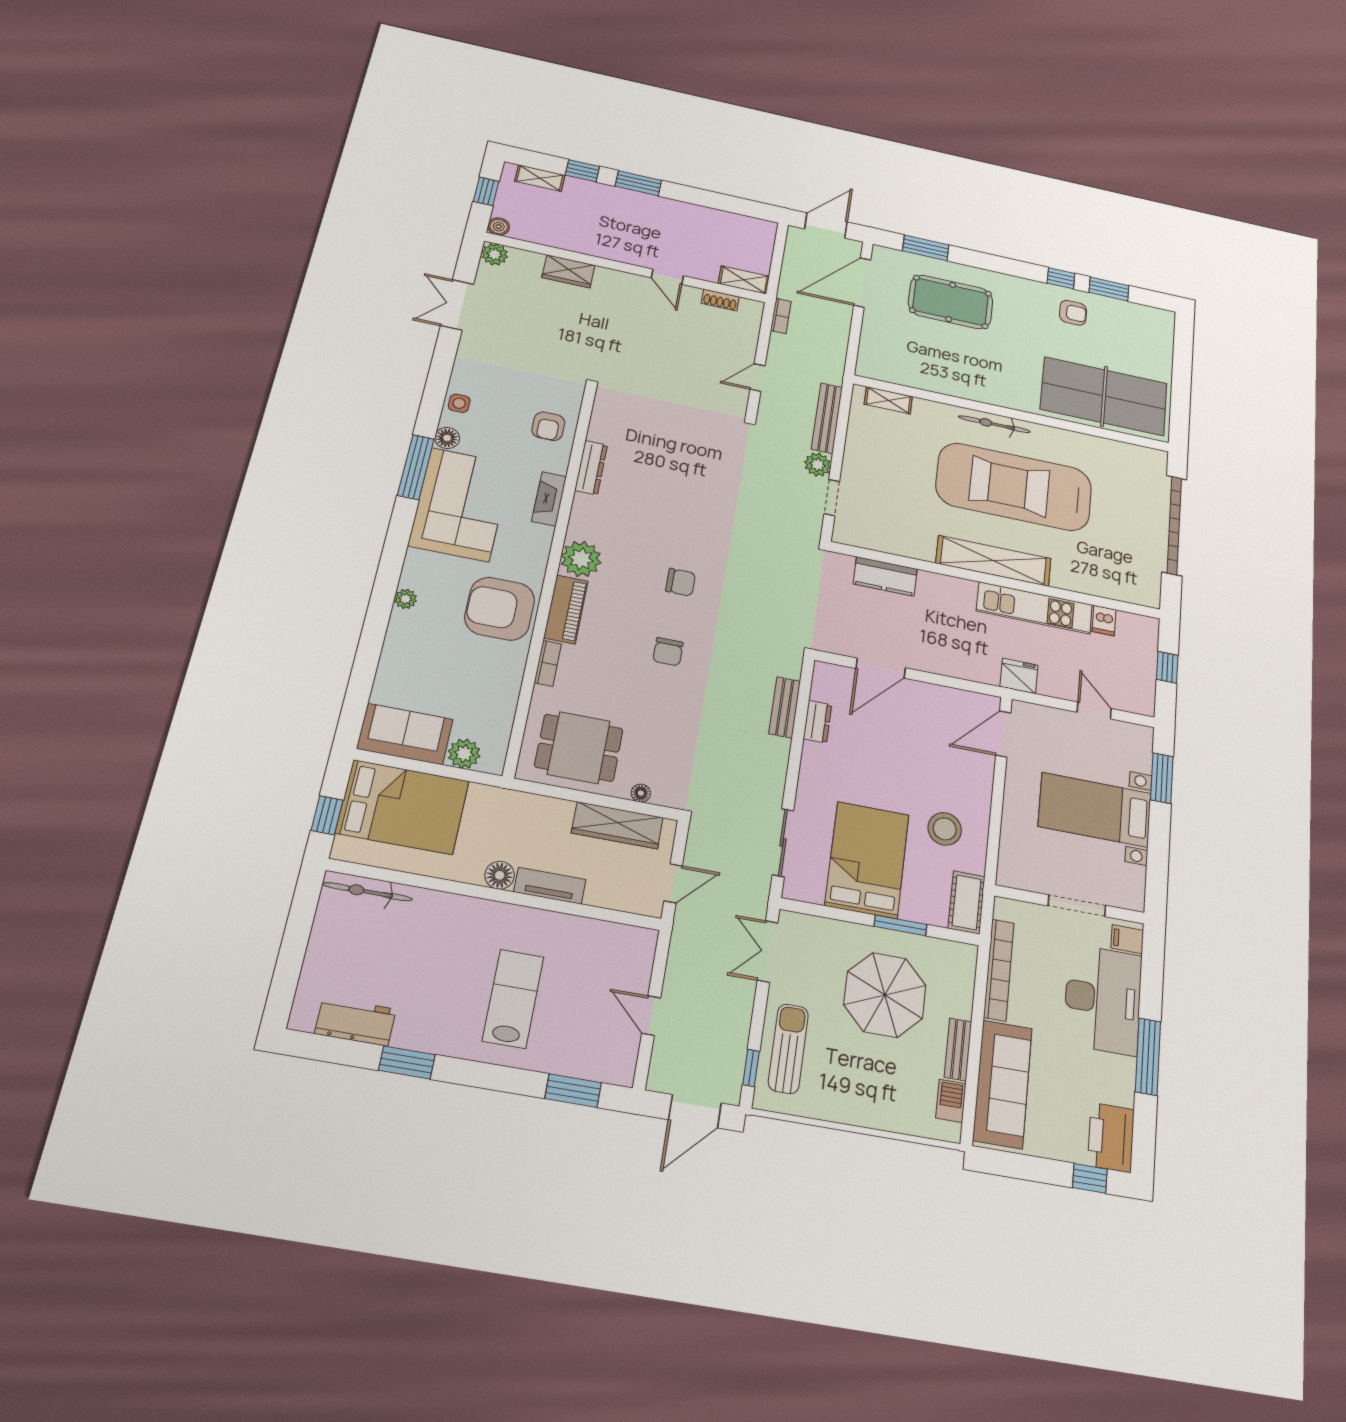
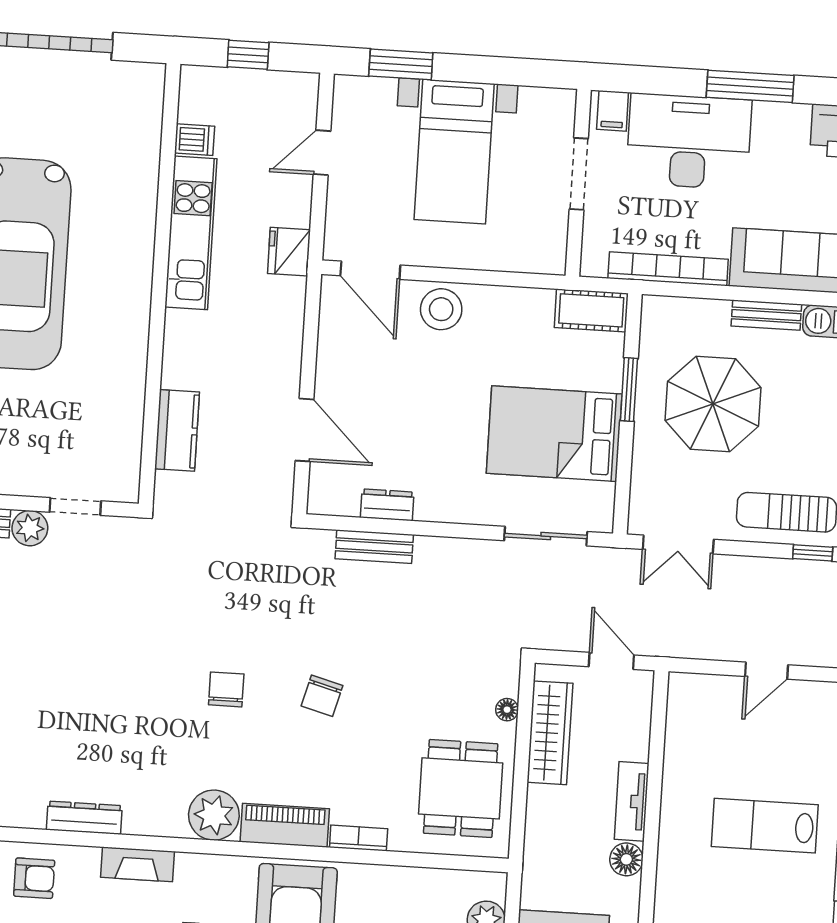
shelving: (994, 561) -> (132, 289), removed
chair: (668, 652) -> (322, 696), turned 105
stool: (945, 829) -> (441, 309), moved

